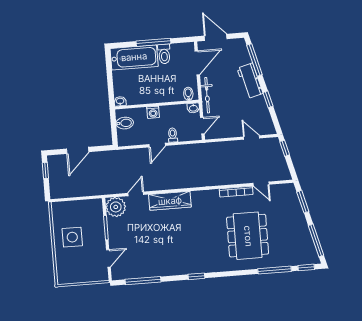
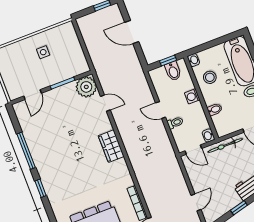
stool: (140, 91) -> (210, 77), added
bidet: (188, 94) -> (215, 109), moved
window: (114, 125) -> (168, 60), added
wardrobe: (170, 201) -> (111, 146), width x0.67
side table: (72, 237) -> (43, 52), width x0.54, depth x0.54
door: (108, 258) -> (33, 95), hinge flipped
window: (143, 281) -> (26, 151), moved

